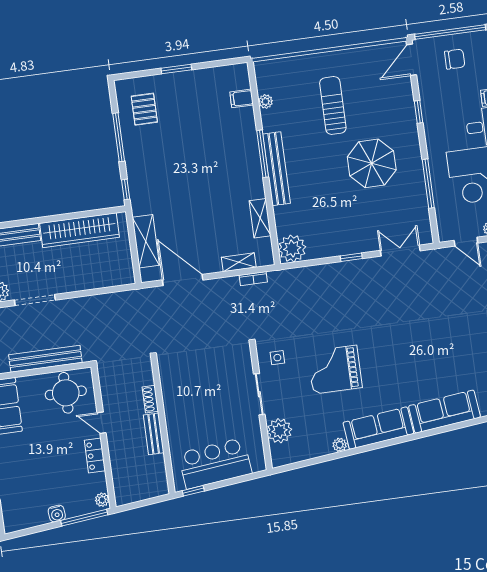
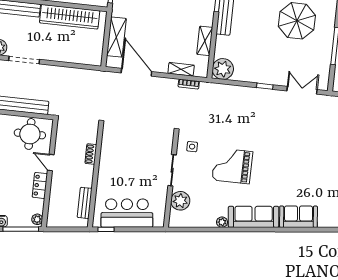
sofa: (444, 412) -> (298, 217), width x0.73
bench: (154, 434) -> (85, 203), moved

